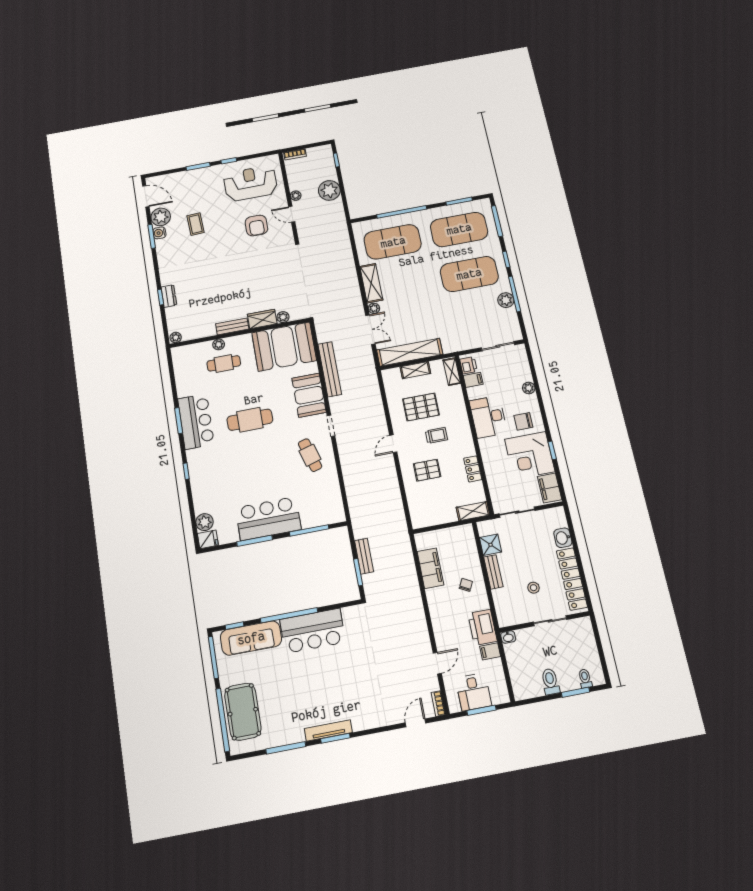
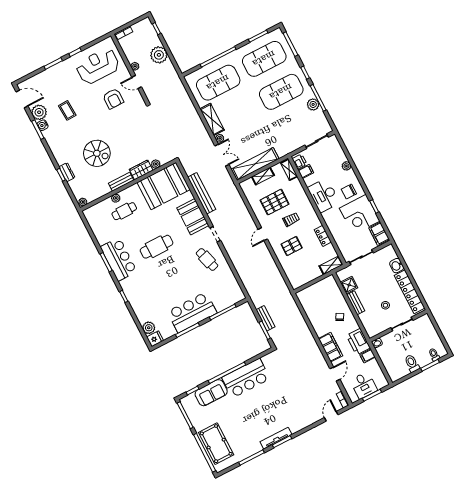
spiral stairs: (214, 284) -> (97, 153), added
filing cabinet: (430, 568) -> (331, 347), moved
sofa: (251, 638) -> (211, 393), width x0.73

